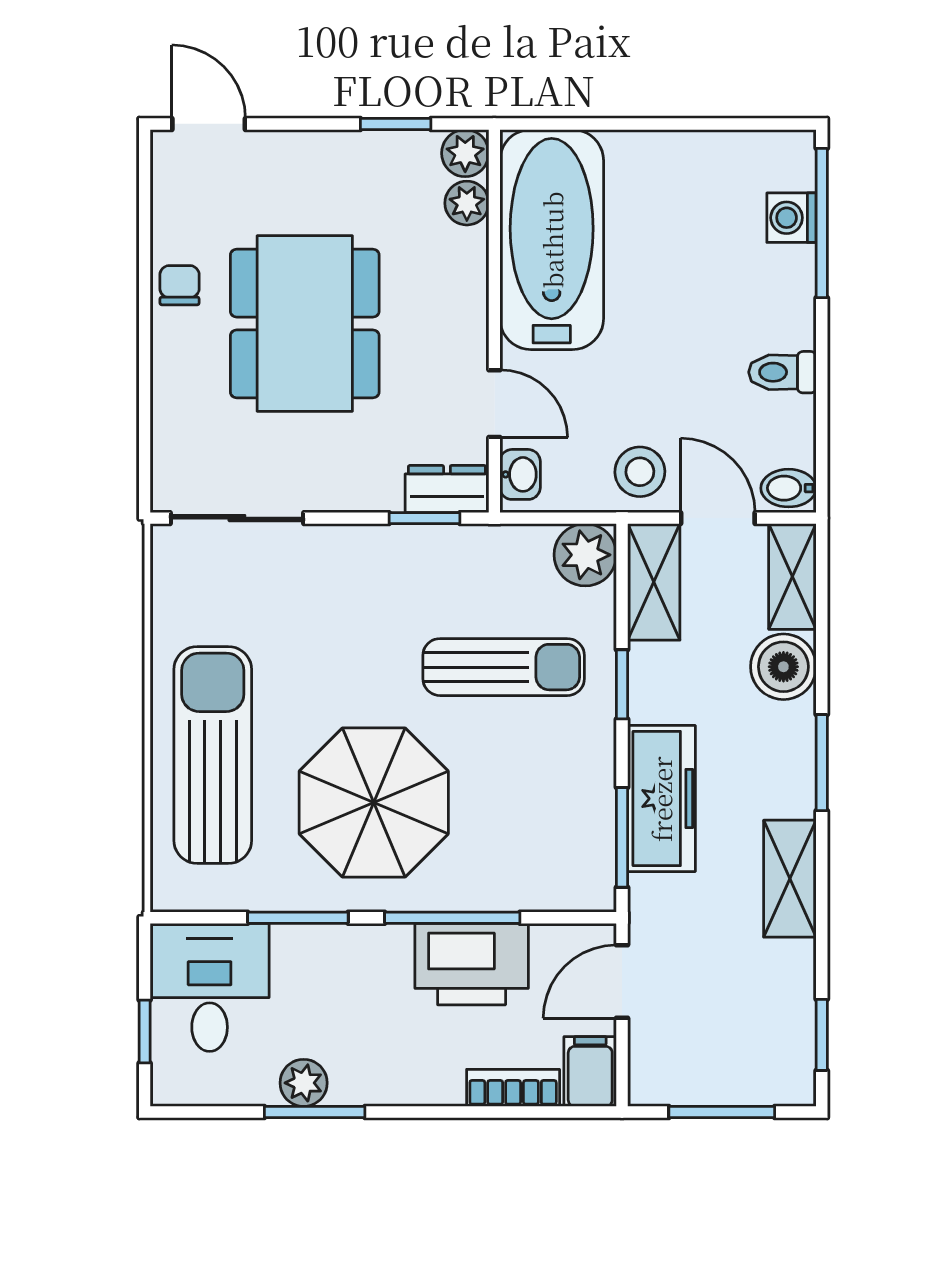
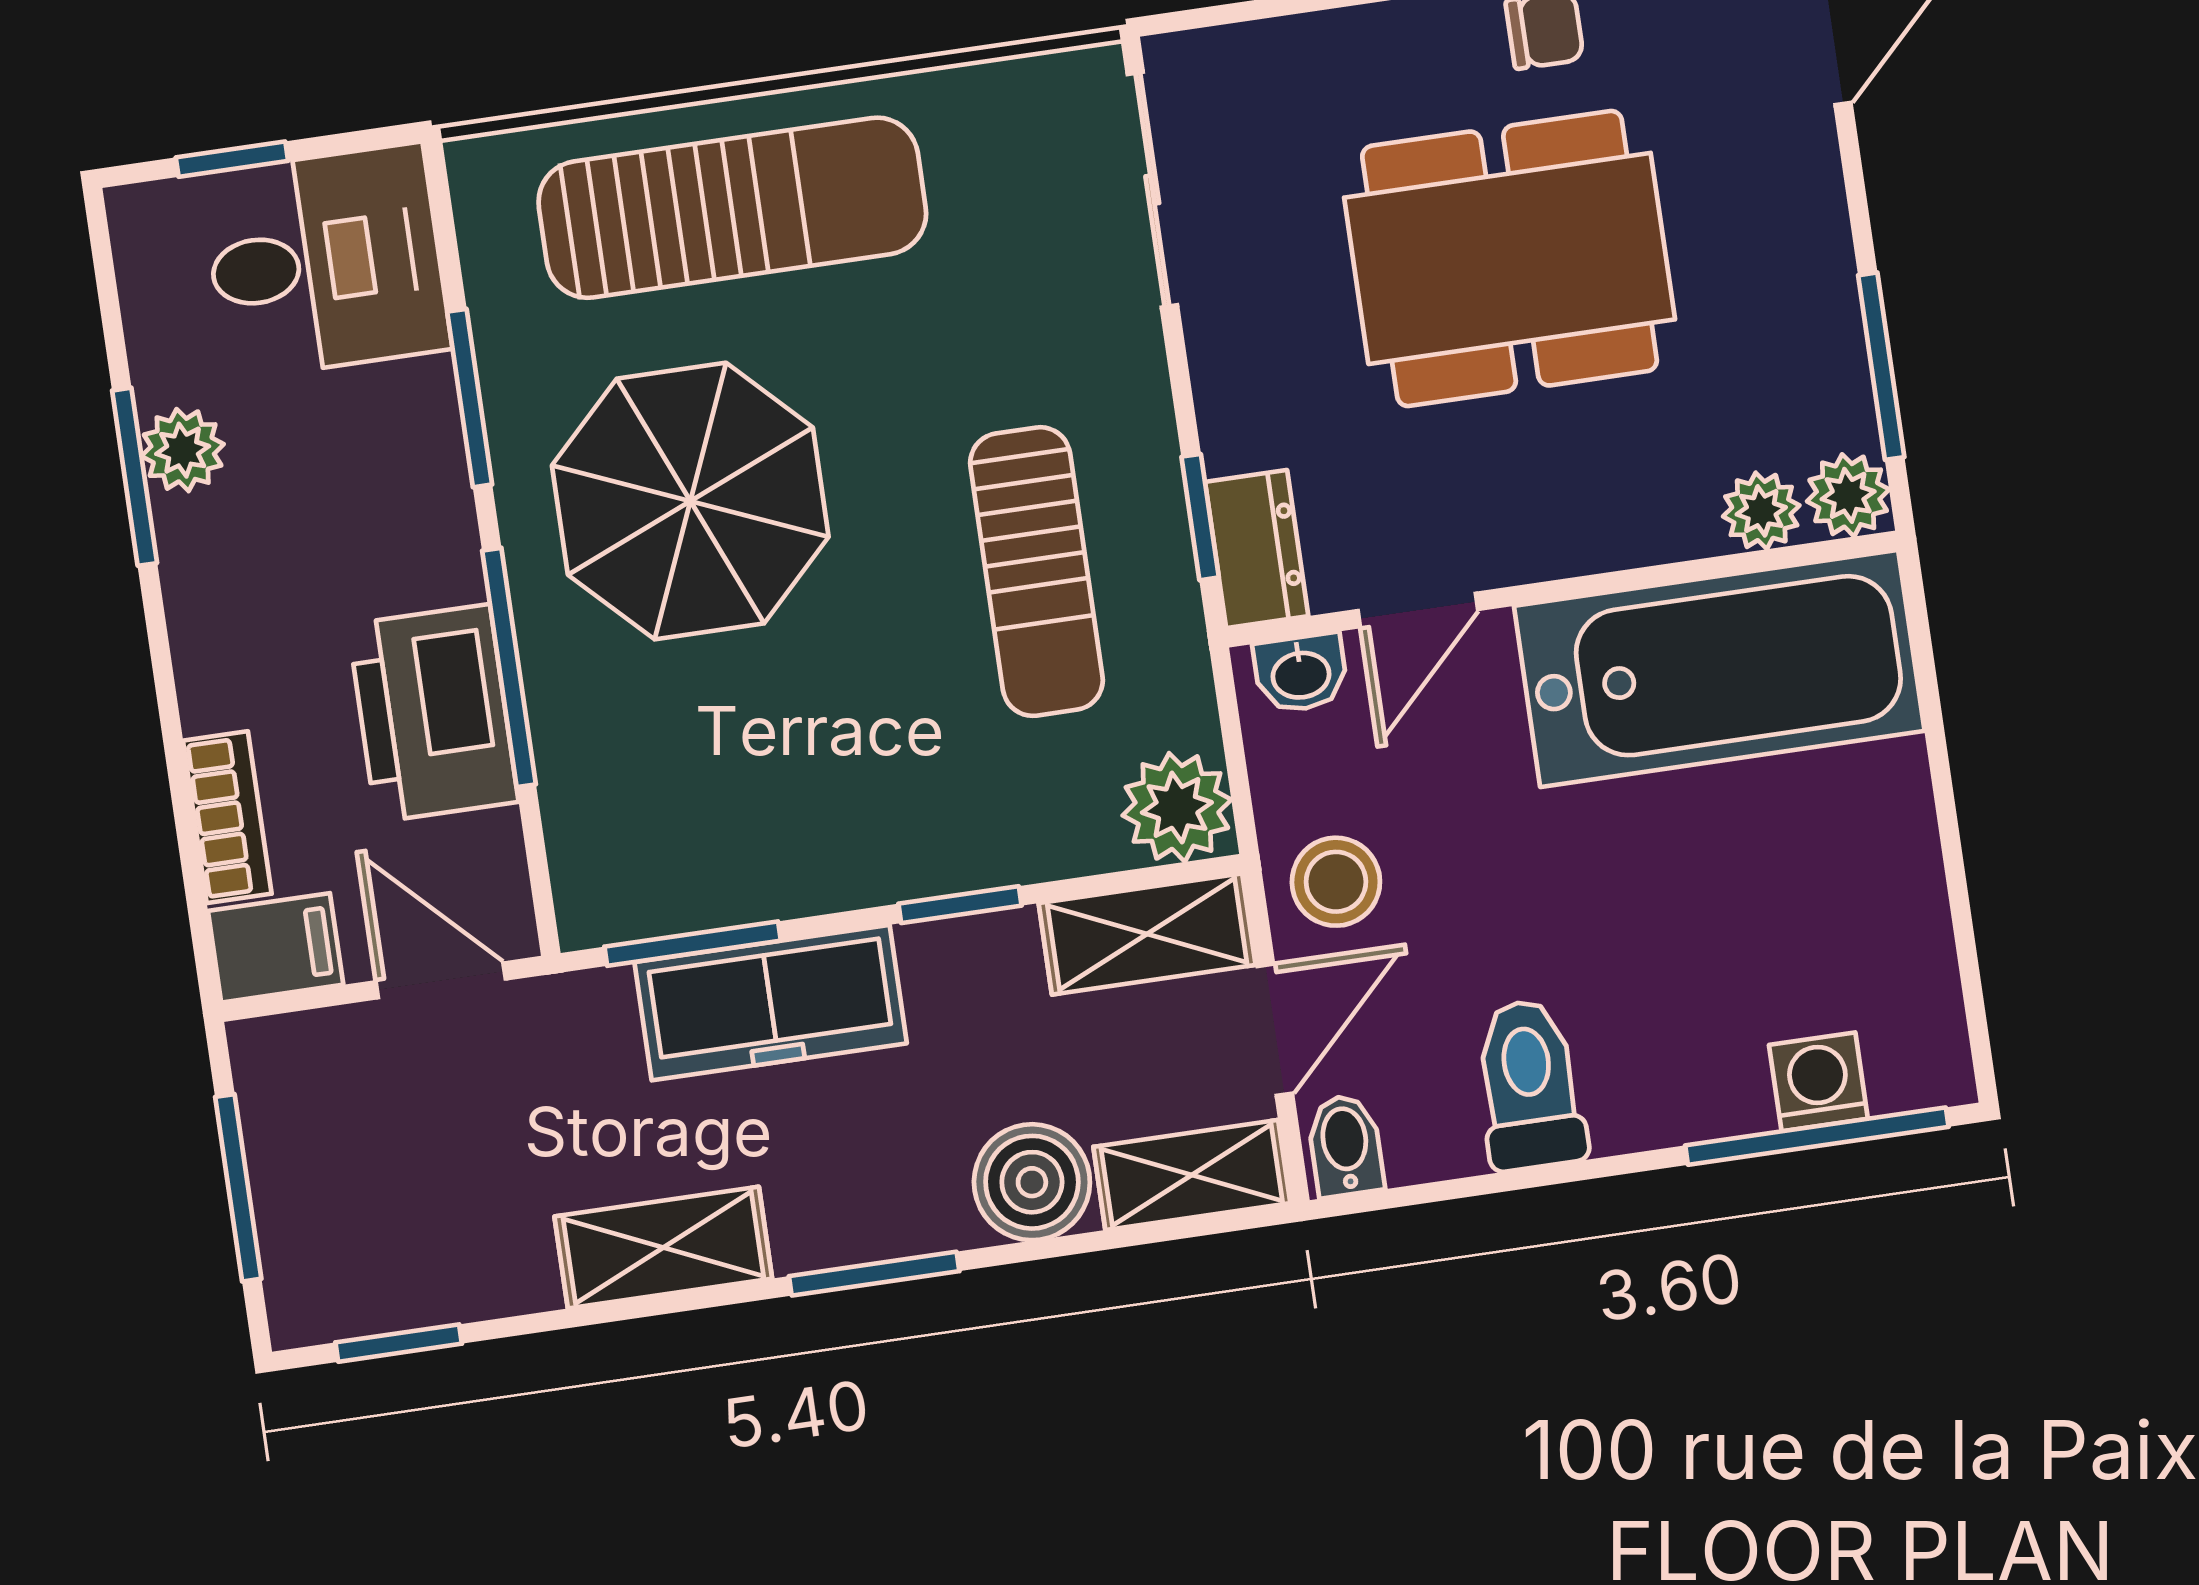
window: (396, 124) -> (1881, 366), width x1.50
toilet: (782, 372) -> (1529, 1085), width x1.37, depth x1.39
sun lounger: (504, 667) -> (1037, 572), moved

